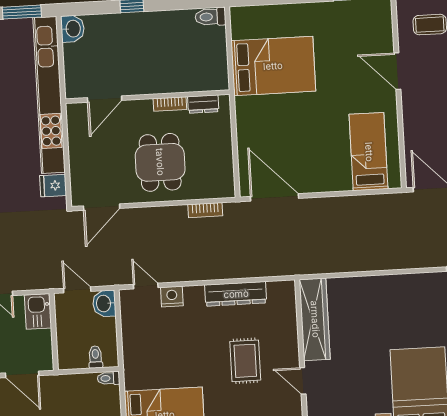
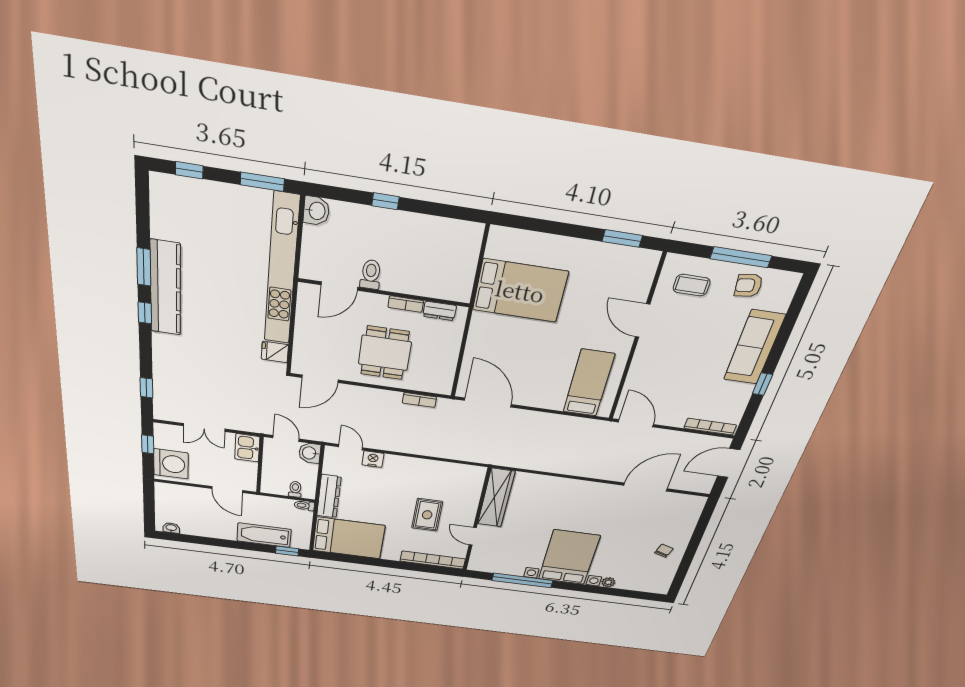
toilet: (210, 17) -> (371, 274), moved, turned 90
dresser: (236, 294) -> (329, 496), moved, turned -90

